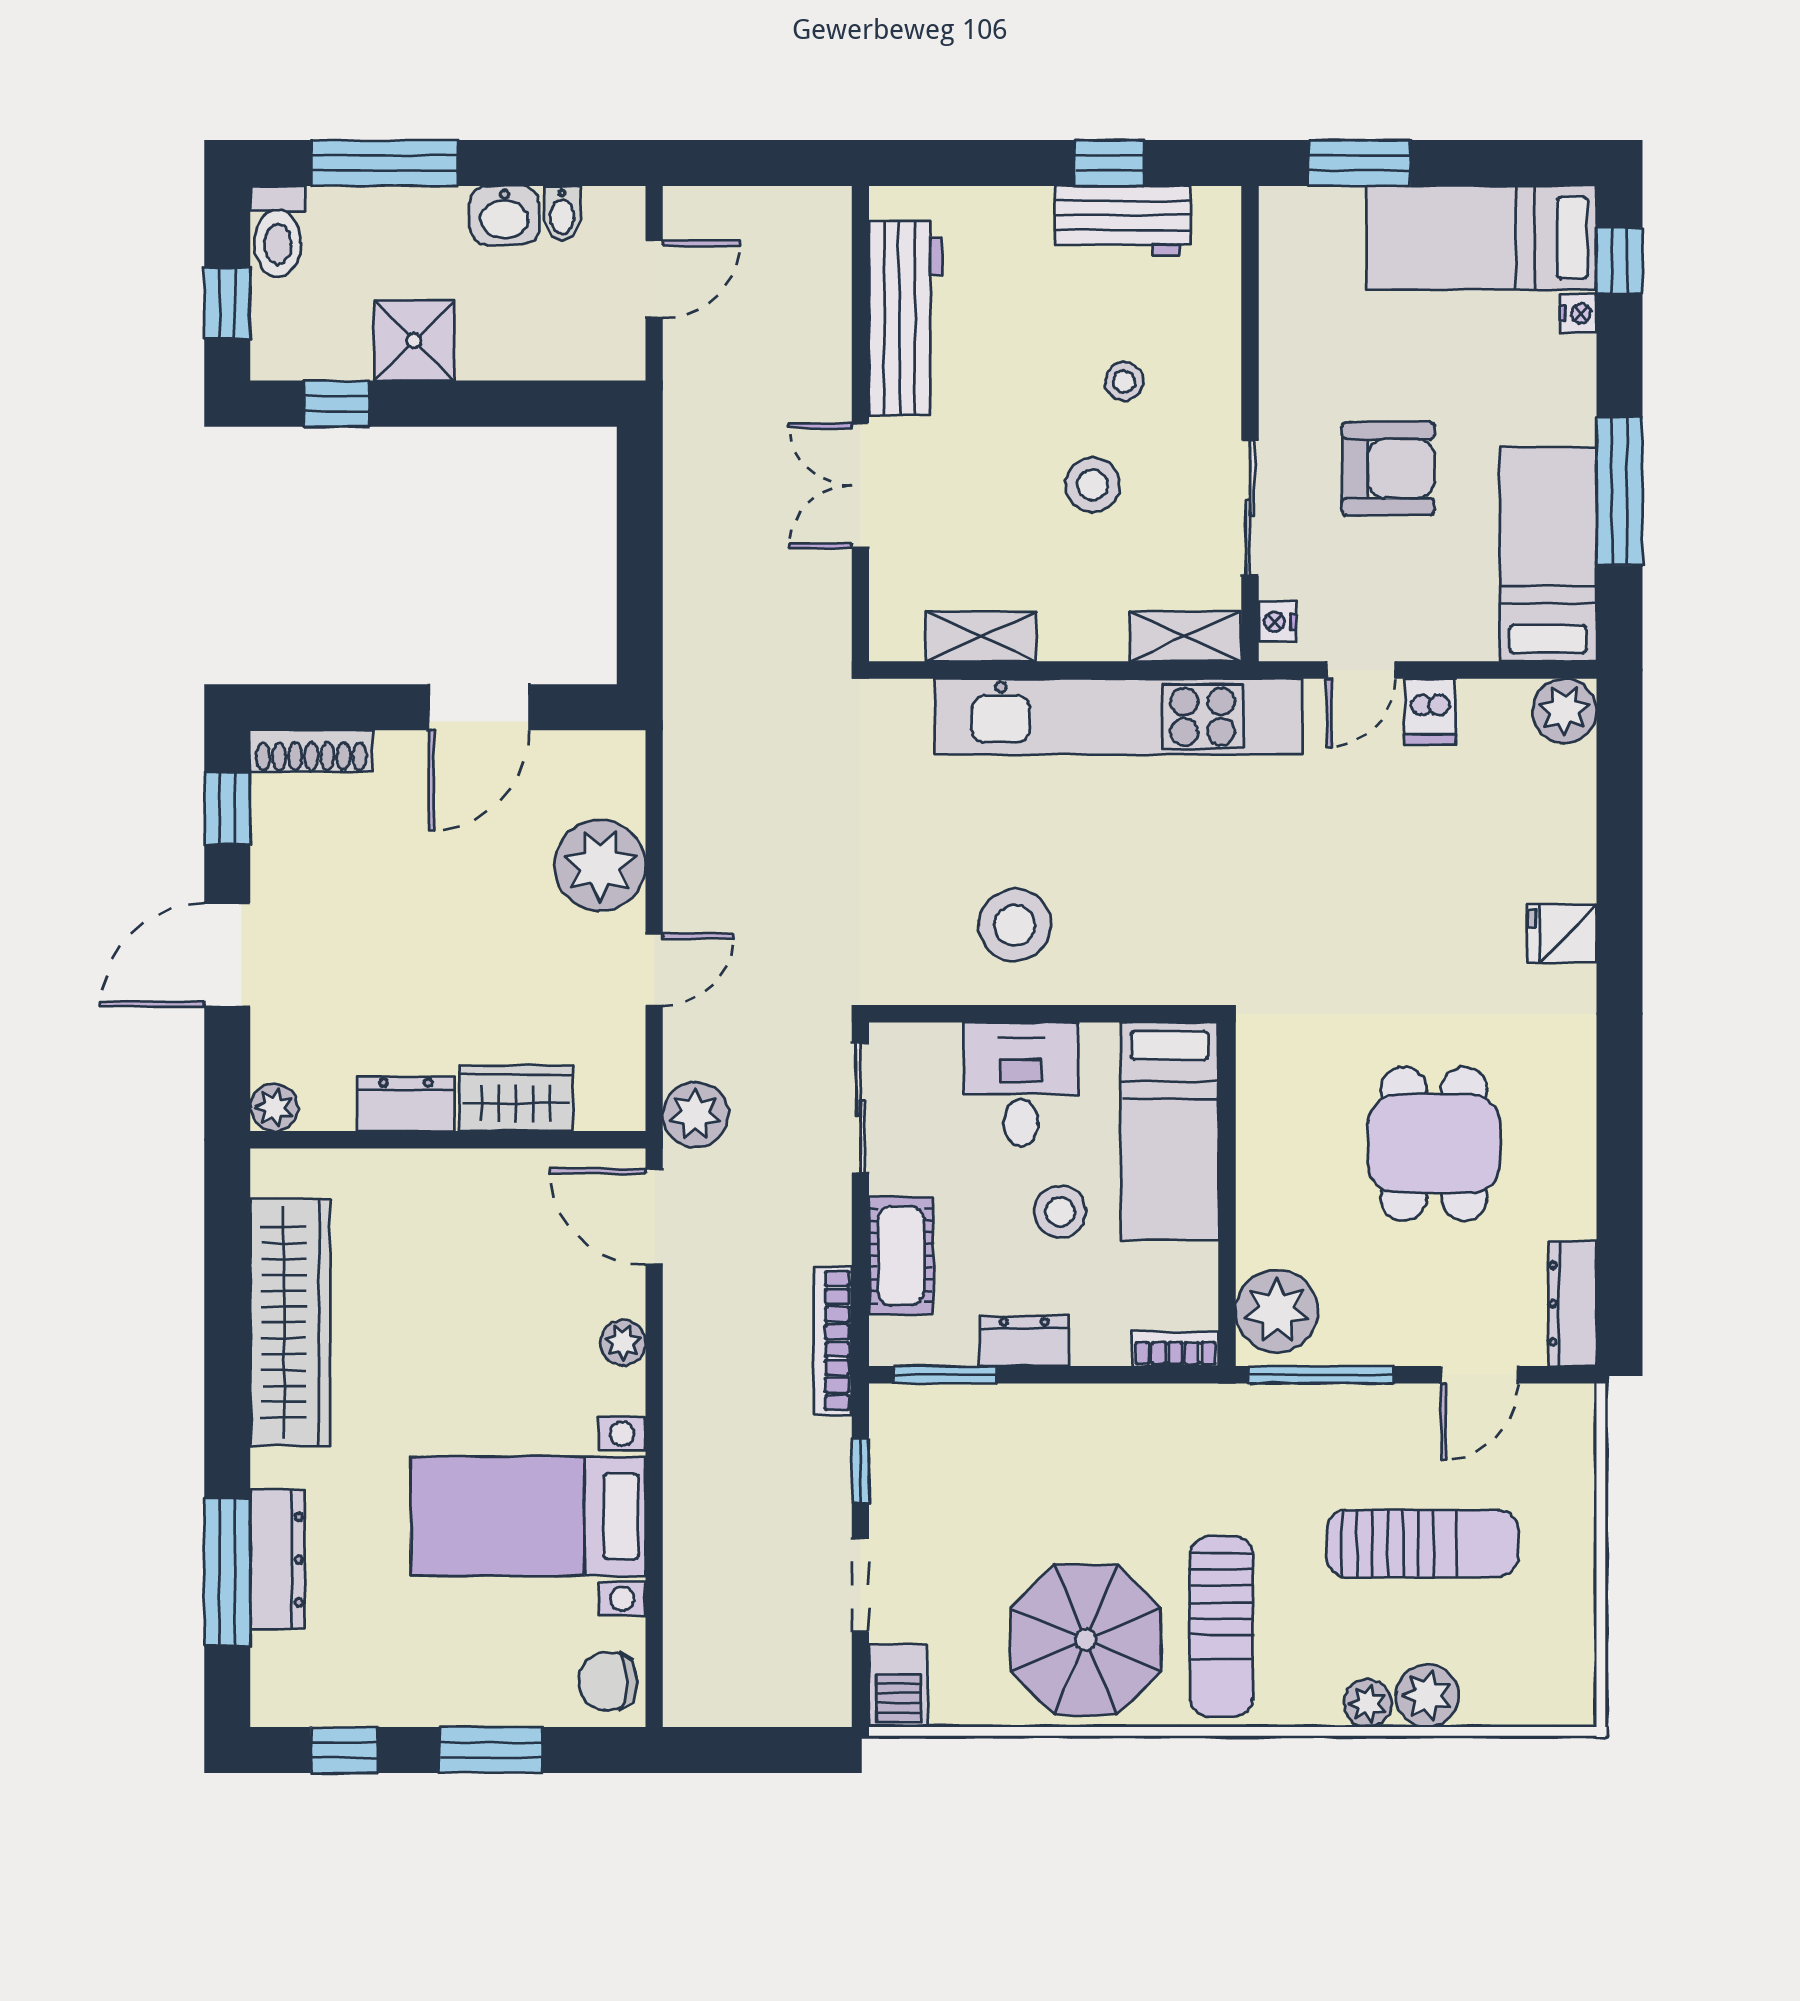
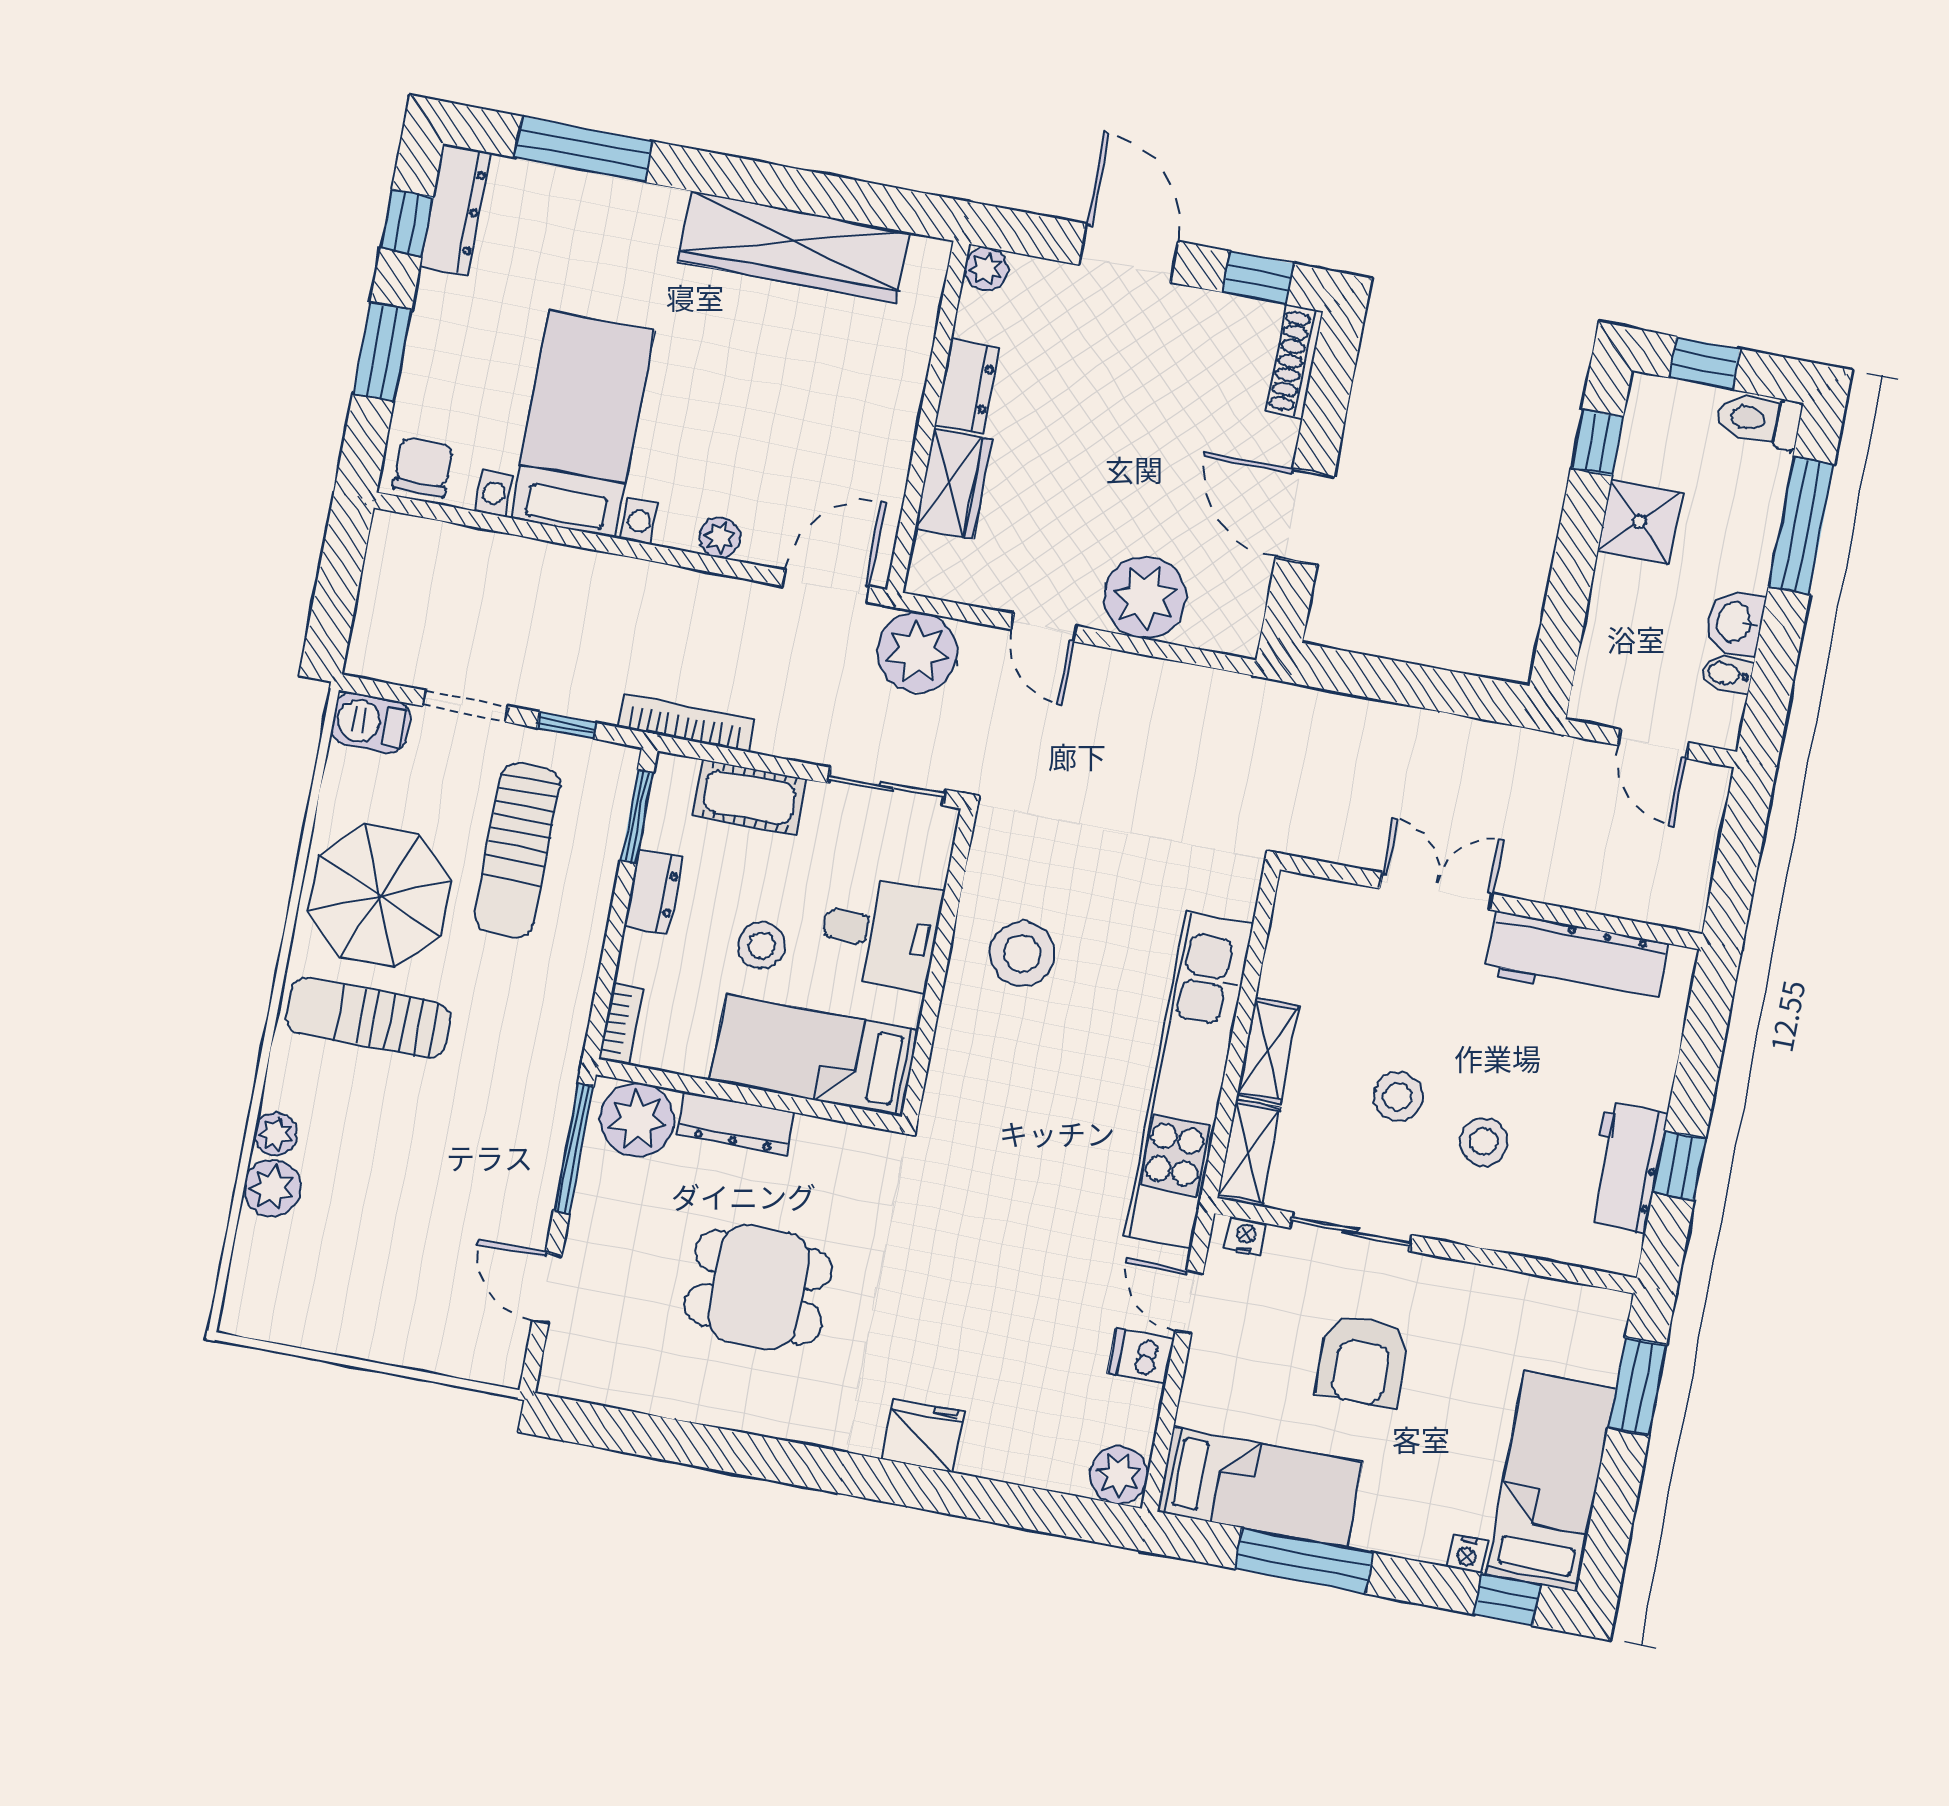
stool: (1124, 382) -> (1484, 1142), width x1.37, depth x1.37
shelving: (981, 637) -> (1268, 1051), moved
fridge: (1562, 933) -> (923, 1435), width x1.38
plant: (695, 1115) -> (917, 652), width x1.36, depth x1.36
dresser: (1572, 1304) -> (736, 1123), moved, turned 180
sun lounger: (1422, 1544) -> (517, 850), moved
dresser: (278, 1560) -> (455, 210), moved, turned -90

